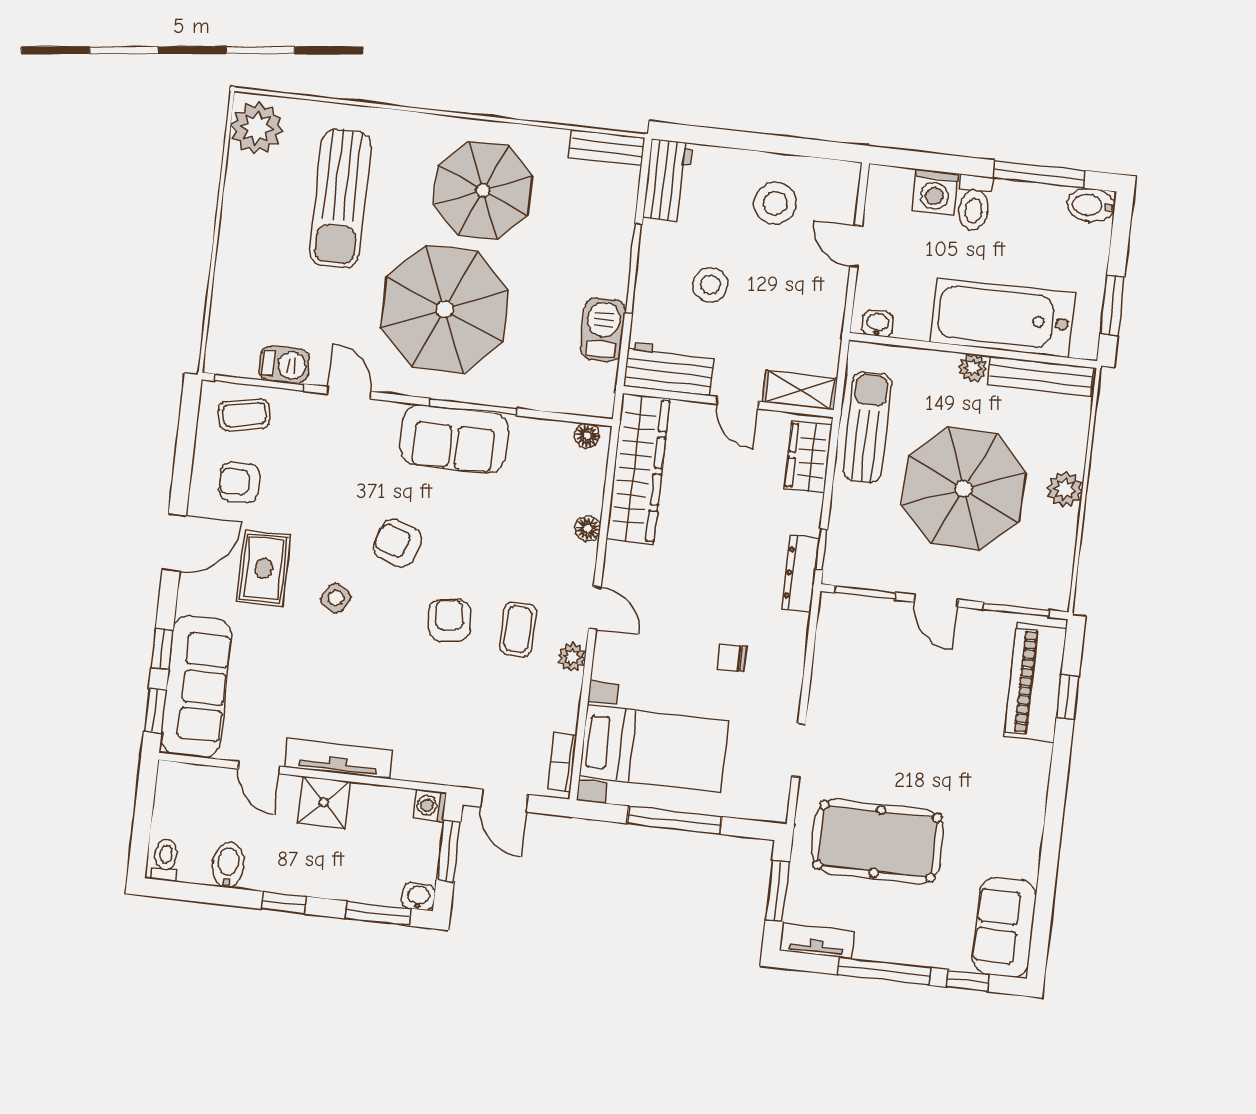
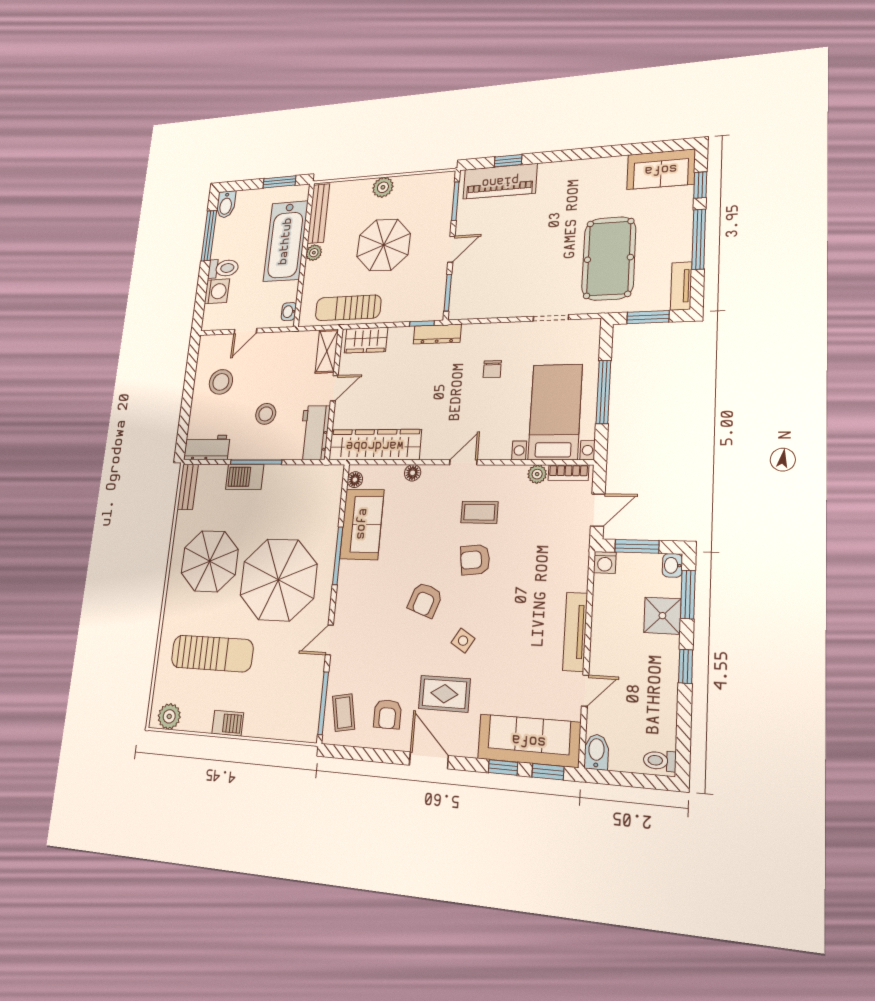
plant: (257, 128) -> (169, 716), width x0.73, depth x0.73
barbecue: (603, 329) -> (245, 477), moved
barbecue: (284, 365) -> (228, 723), moved, turned 90
sofa: (454, 439) -> (362, 524), moved
parasol: (964, 489) -> (384, 245), width x0.73, depth x0.73
plant: (572, 657) -> (537, 474), moved
shower: (324, 802) -> (662, 616), moved
bidet: (228, 865) -> (596, 752), moved, turned 90

